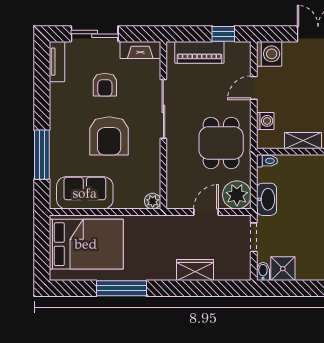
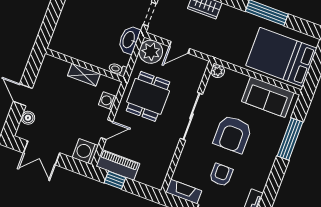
piano: (199, 52) -> (118, 165), moved
sliding door: (163, 109) -> (191, 116), moved
armchair: (109, 136) -> (233, 134), turned 180

